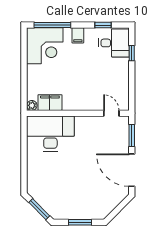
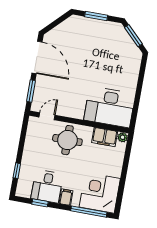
desk: (114, 43) -> (47, 186), moved, turned -90
round table: (87, 93) -> (67, 140), added
door: (111, 113) -> (47, 116), swing flipped

